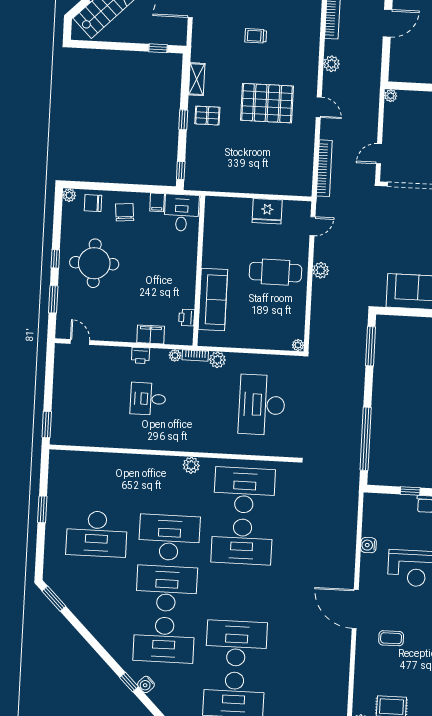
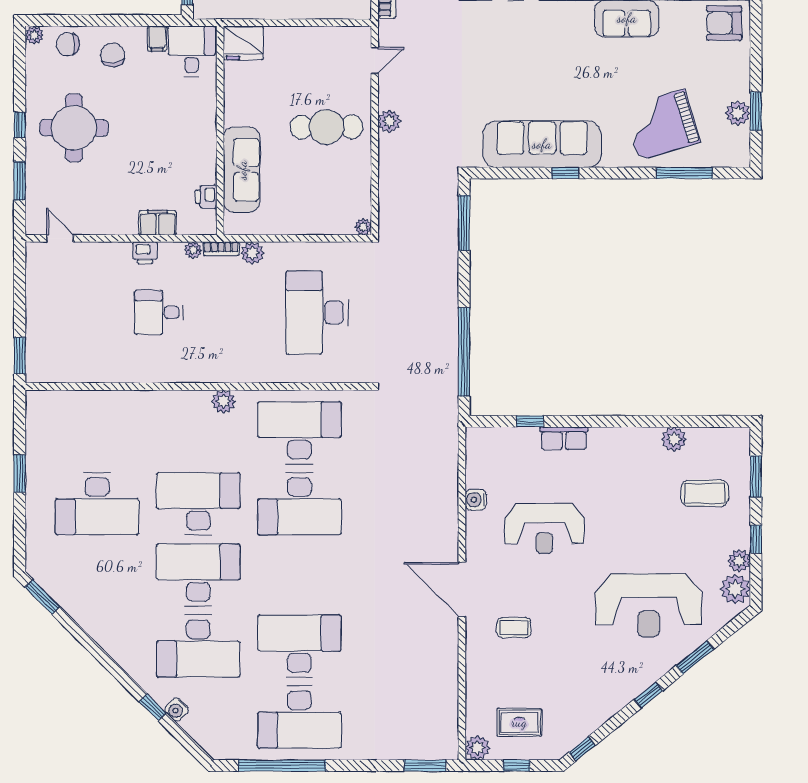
fridge: (267, 211) -> (243, 43), moved

